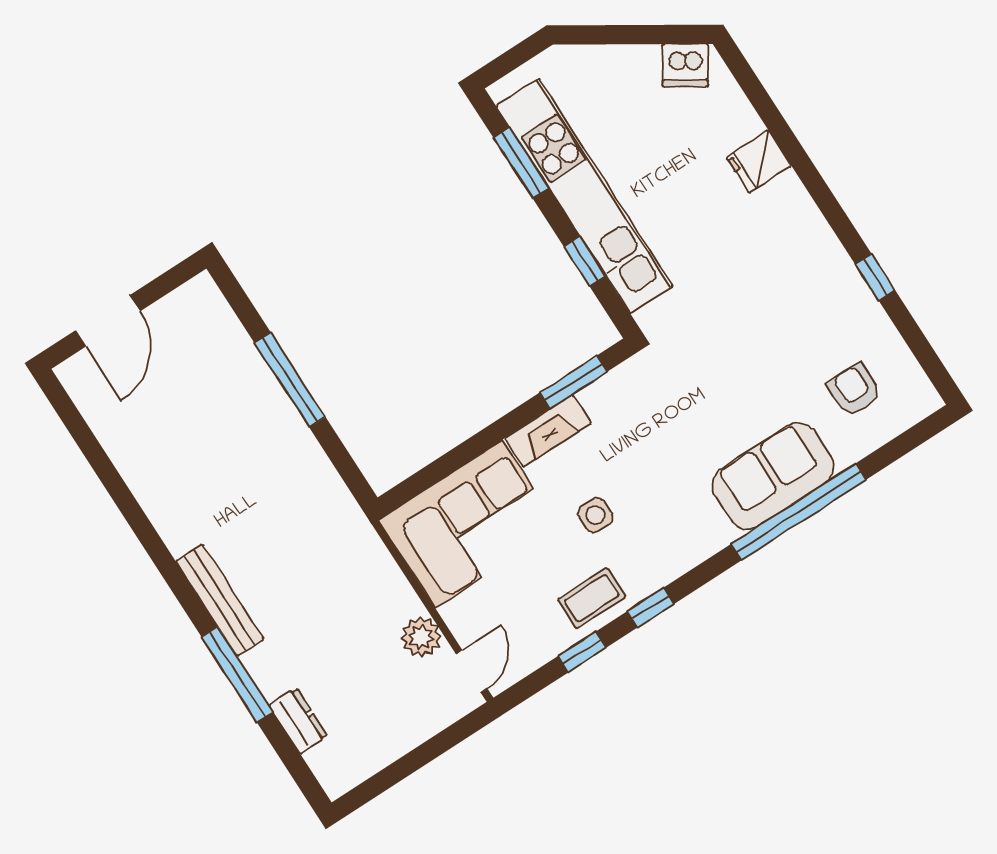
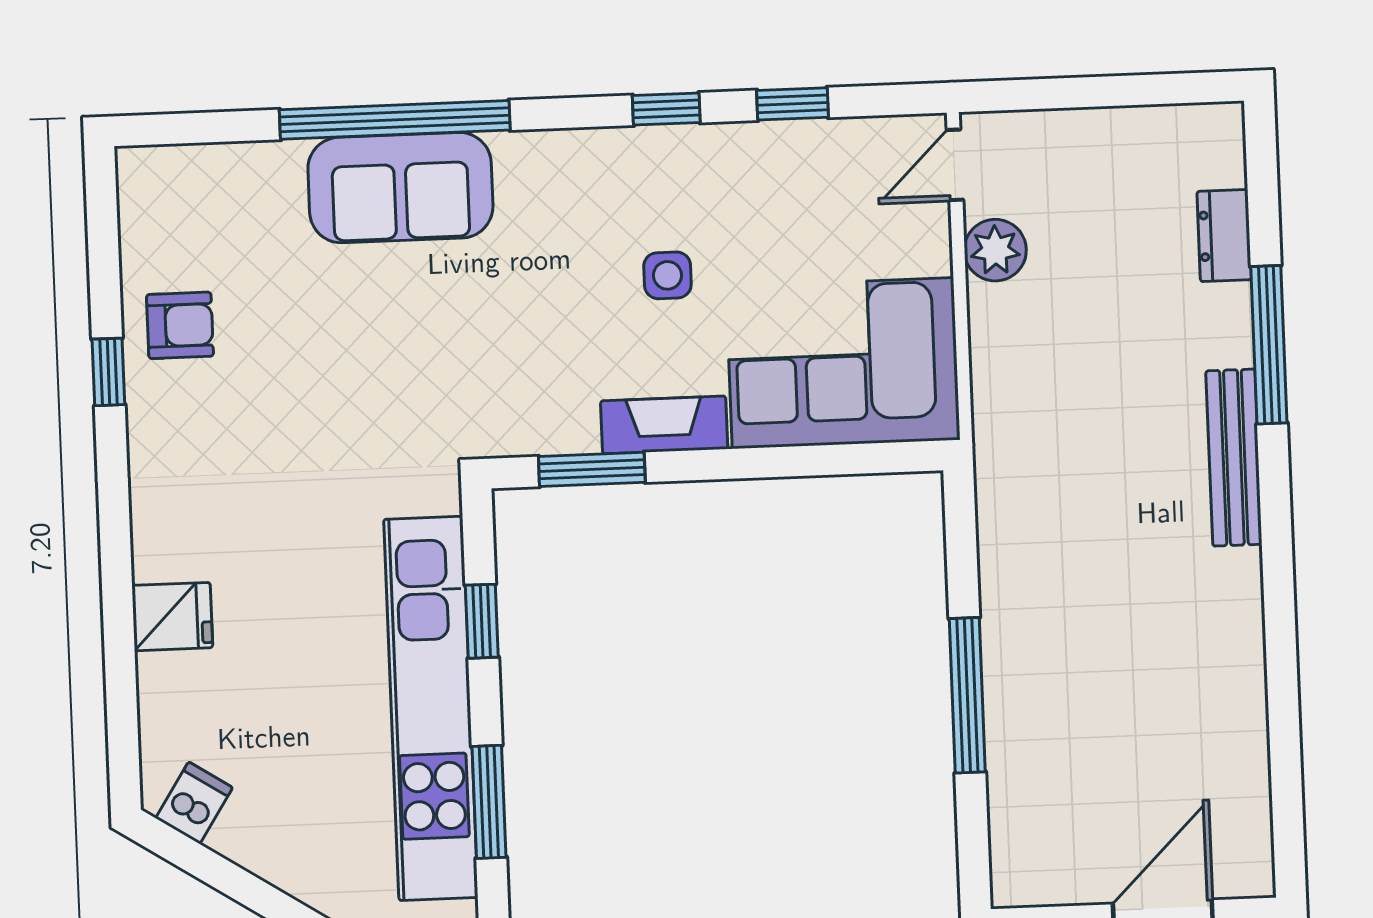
dishwasher: (685, 65) -> (194, 803), width x0.73
armchair: (855, 390) -> (180, 325), moved, turned -90
coffee table: (592, 598) -> (737, 168), removed

